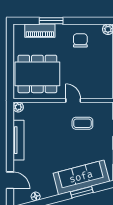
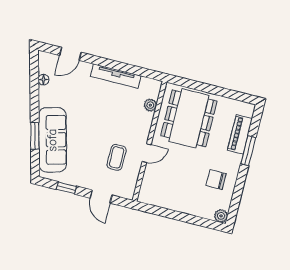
chair: (80, 40) -> (216, 180), turned 180
plant: (18, 107) -> (150, 105), moved

